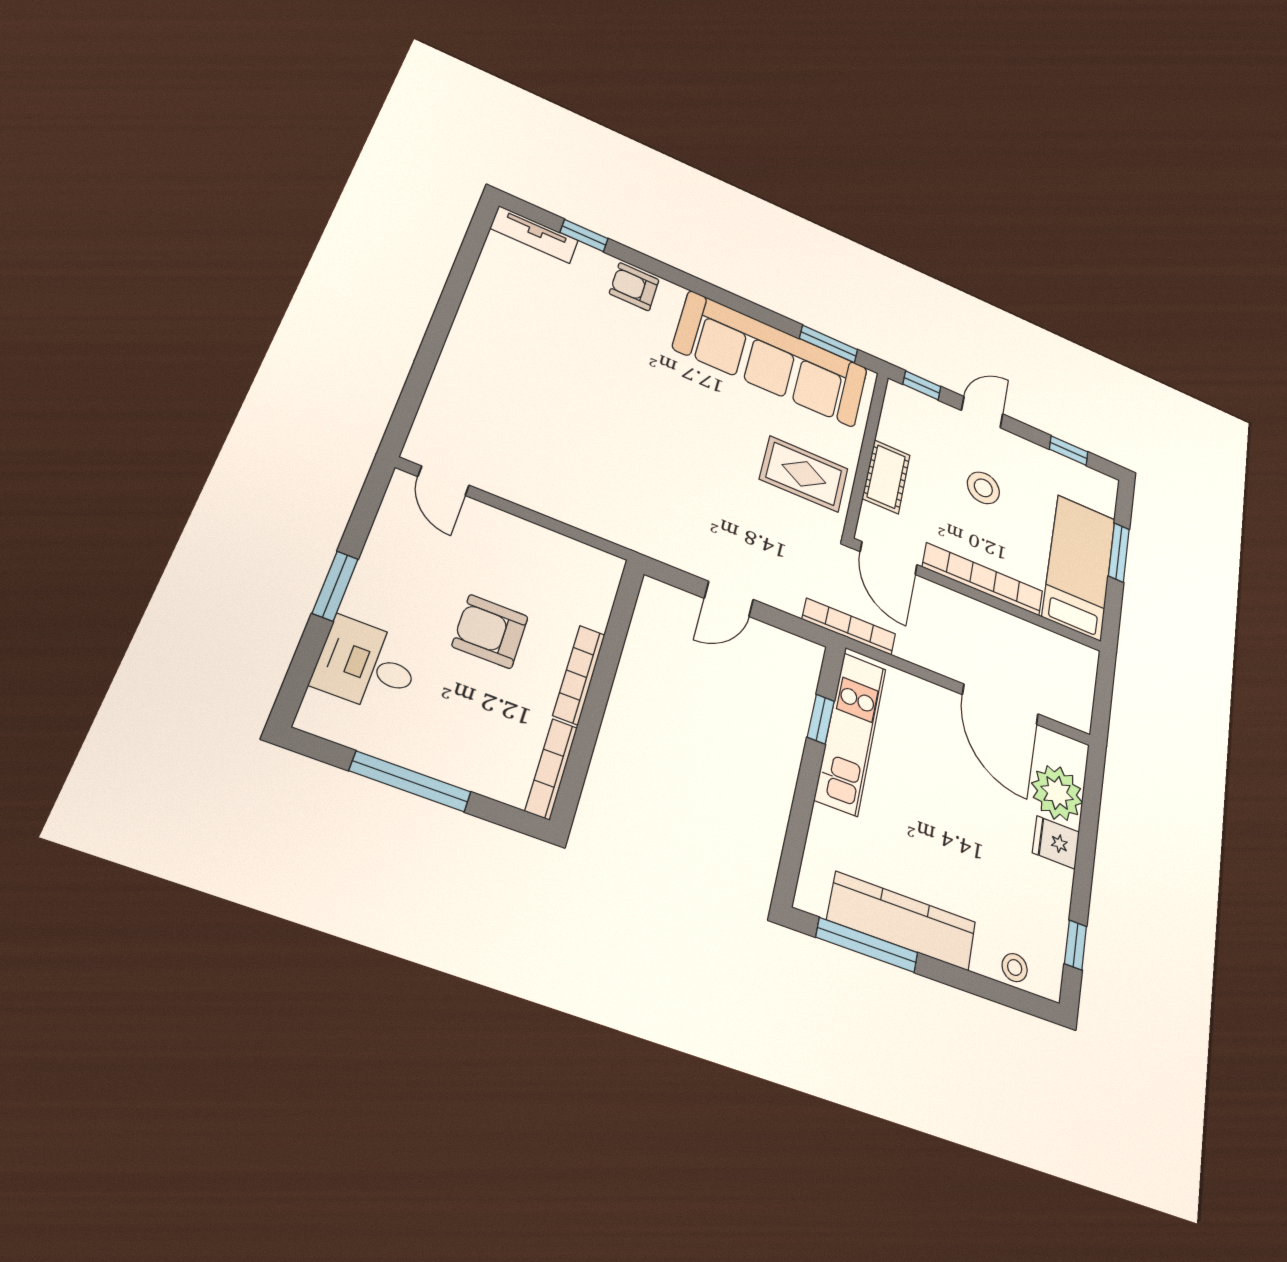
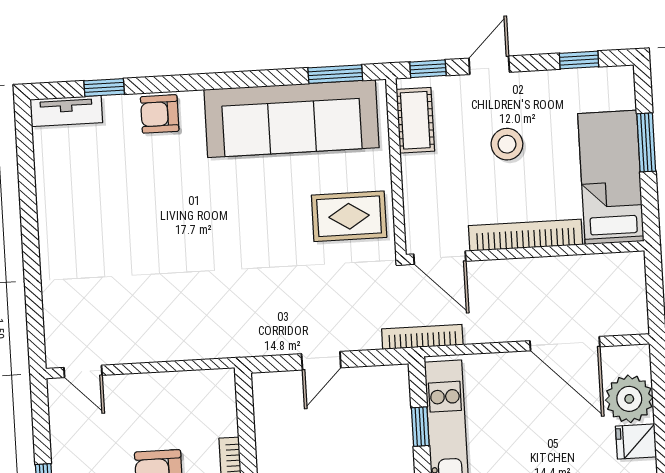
cot: (886, 477) -> (415, 120), moved

